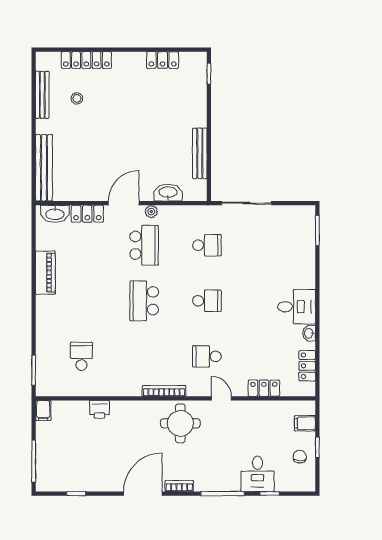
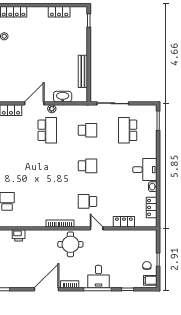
school desk: (144, 301) -> (128, 130), moved
filing cabinet: (305, 423) -> (150, 280), moved
desk: (257, 474) -> (98, 277), moved

